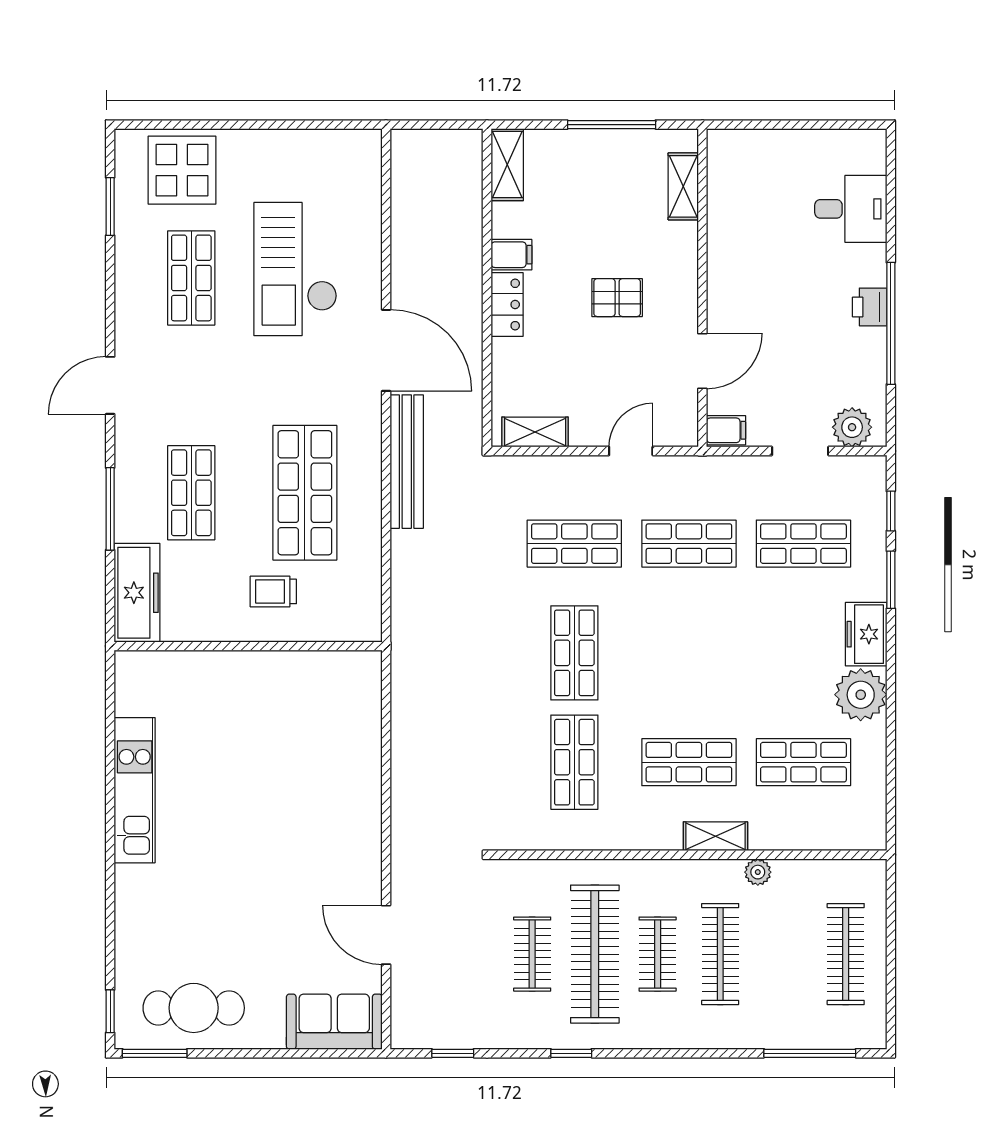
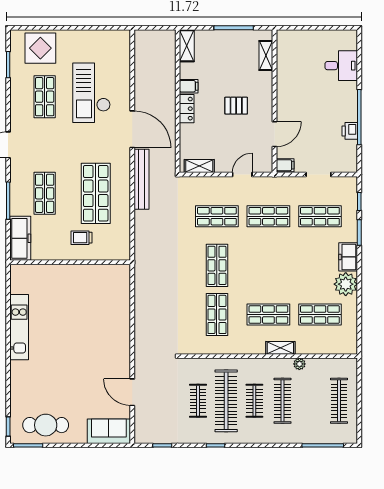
printer: (870, 307) -> (350, 131), moved
plant: (852, 427) -> (342, 164), removed

